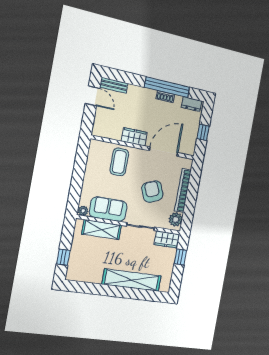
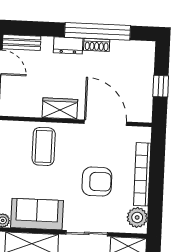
dresser: (192, 104) -> (68, 45), moved
door: (164, 152) -> (105, 123), hinge flipped
armchair: (152, 192) -> (97, 182), turned 113

